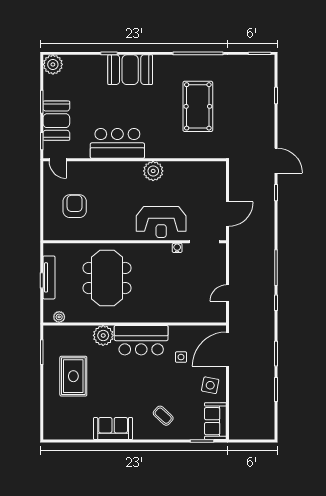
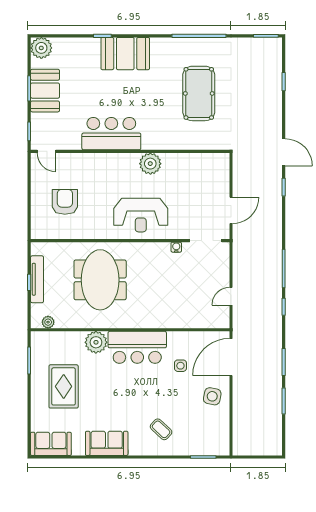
booth: (56, 121) -> (45, 91), moved
reception desk: (161, 222) -> (141, 215), moved
sofa: (215, 421) -> (51, 444), moved, turned 90

